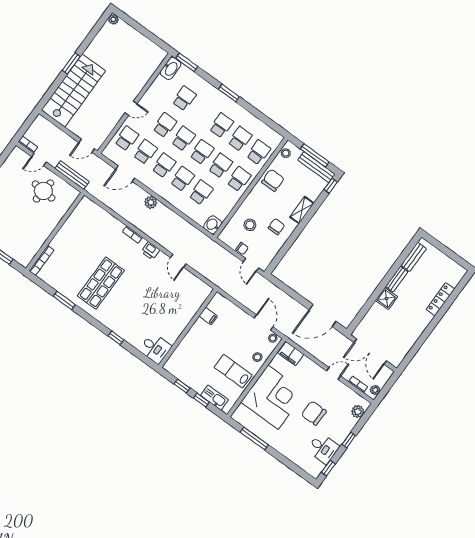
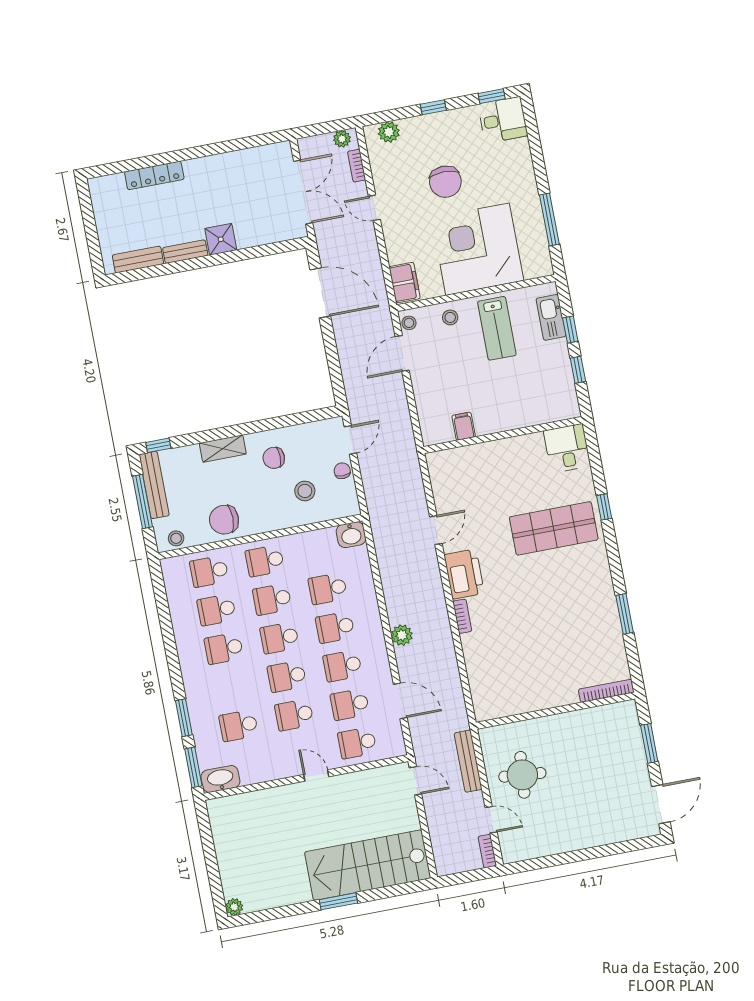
window: (229, 93) -> (184, 718), moved
printer: (151, 251) -> (464, 574), width x1.87, depth x1.48
shop shelf: (101, 283) -> (554, 528), moved
desk: (323, 448) -> (503, 120), moved, turned 90

